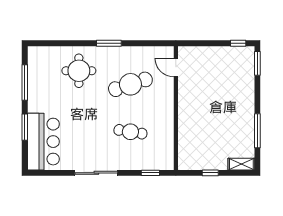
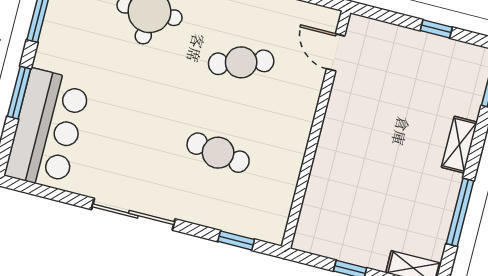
window: (238, 43) -> (436, 29), moved
cafe table: (130, 84) -> (241, 62), width x0.73, depth x0.74
shelving: (248, 98) -> (459, 145), added

